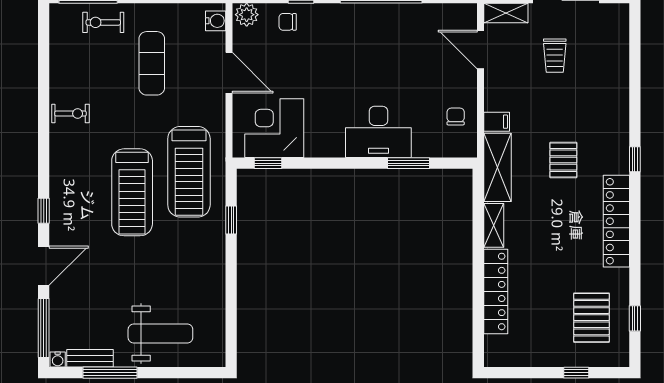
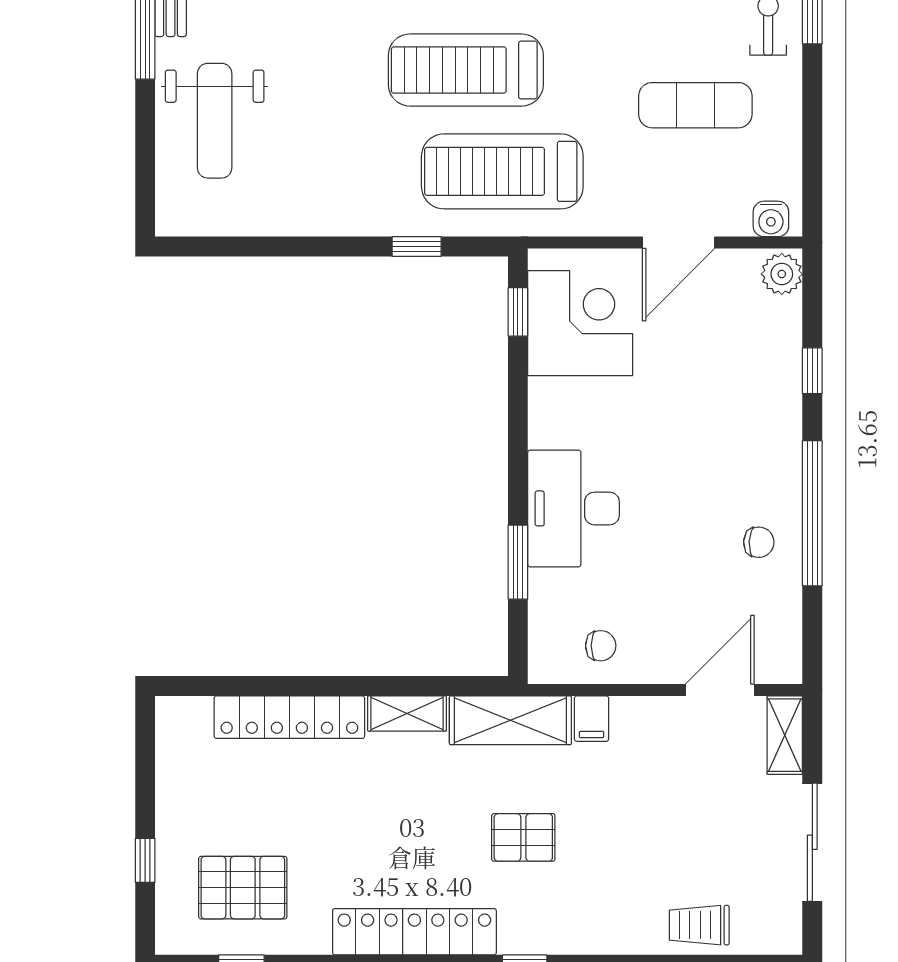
chair: (288, 22) -> (759, 542), moved, turned 93
trolley: (555, 56) -> (699, 925), moved

